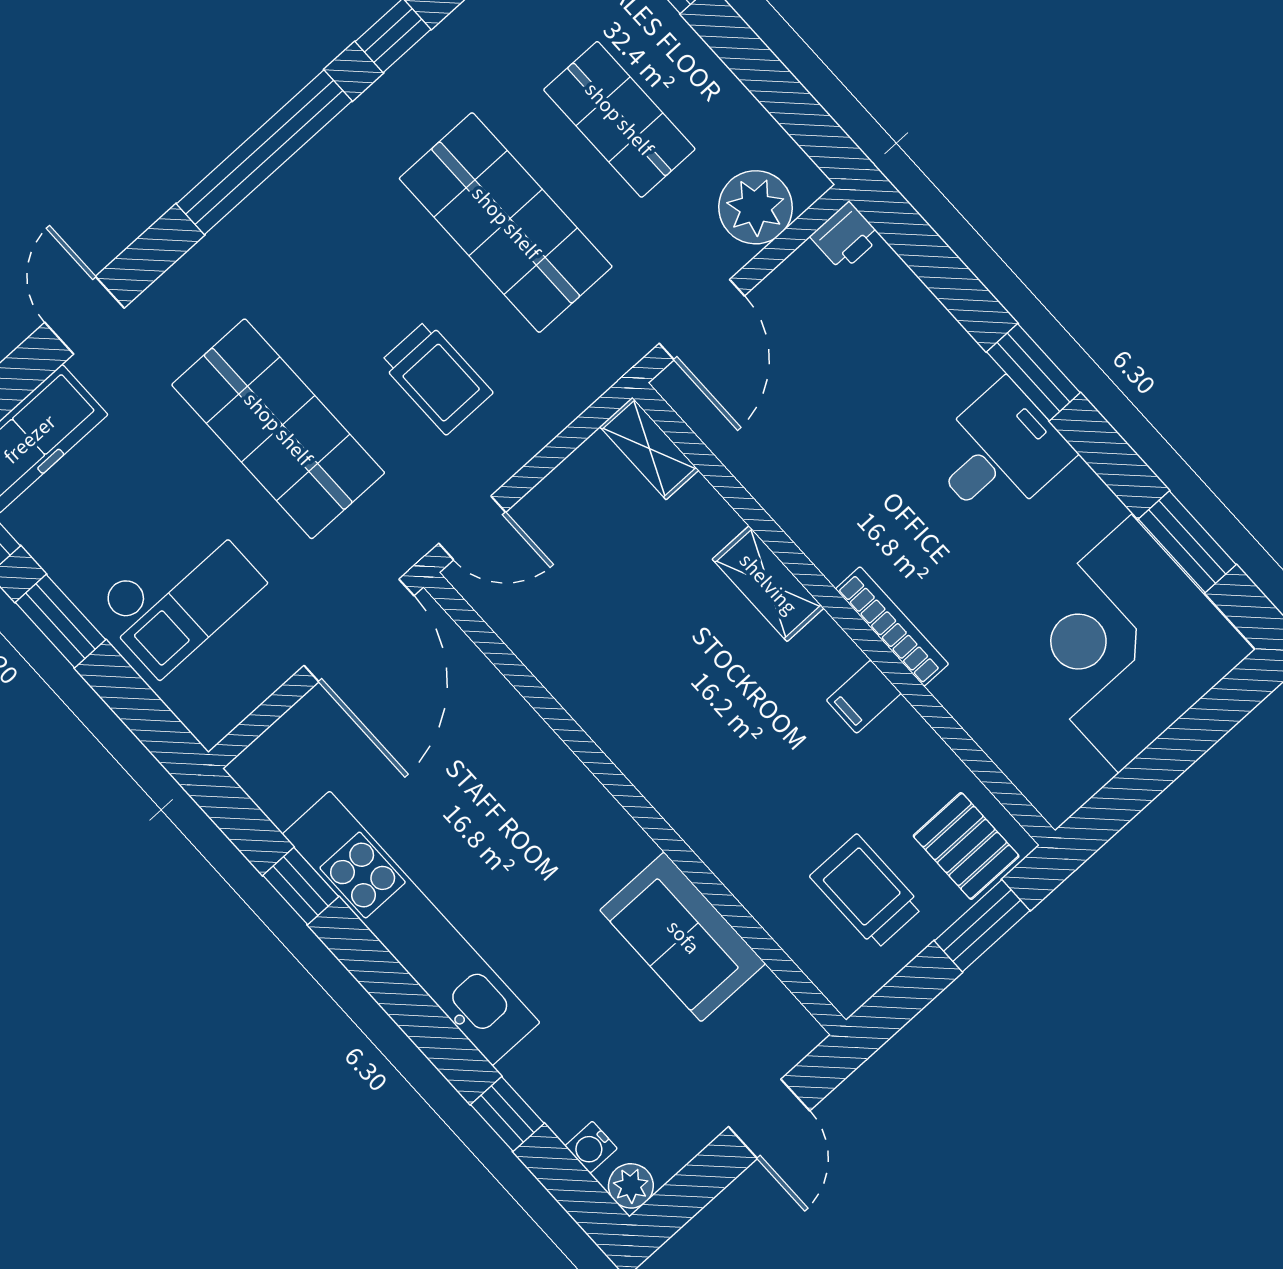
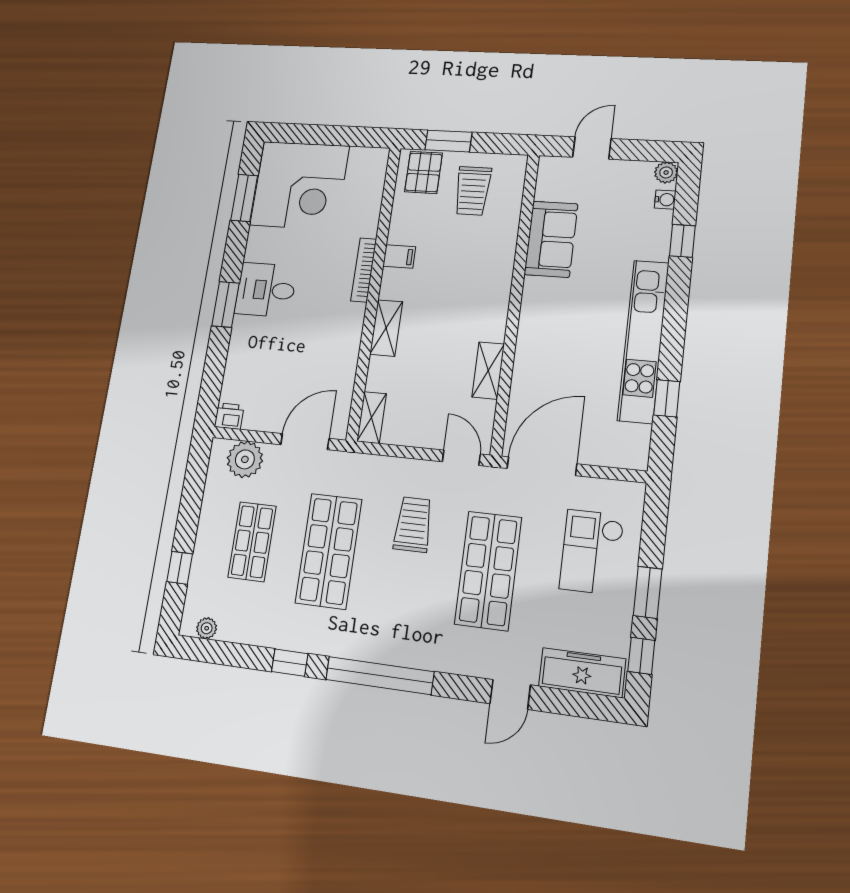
checkout: (179, 594) -> (592, 552), turned -90
shelving: (567, 676) -> (488, 370), added

